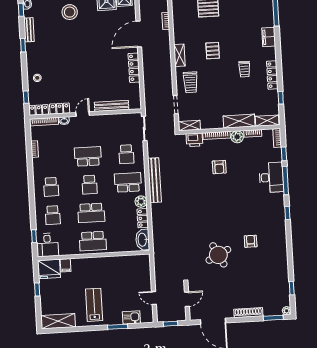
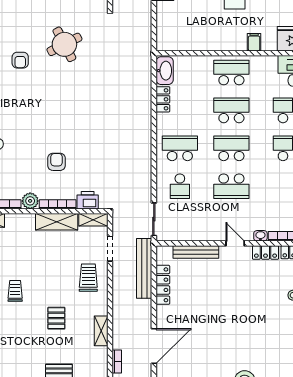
shelving: (179, 55) -> (101, 331), moved
locker: (134, 68) -> (163, 285), moved
door: (83, 114) -> (235, 243), swing flipped
shelving: (239, 121) -> (57, 222), moved
school desk: (126, 154) -> (180, 186), turned 180
bench: (154, 180) -> (144, 268), moved
school desk: (128, 182) -> (180, 148), turned 180
school desk: (90, 185) -> (231, 148), width x1.85
plant: (141, 202) -> (164, 122), removed
filing cabinet: (66, 265) -> (254, 42), moved

